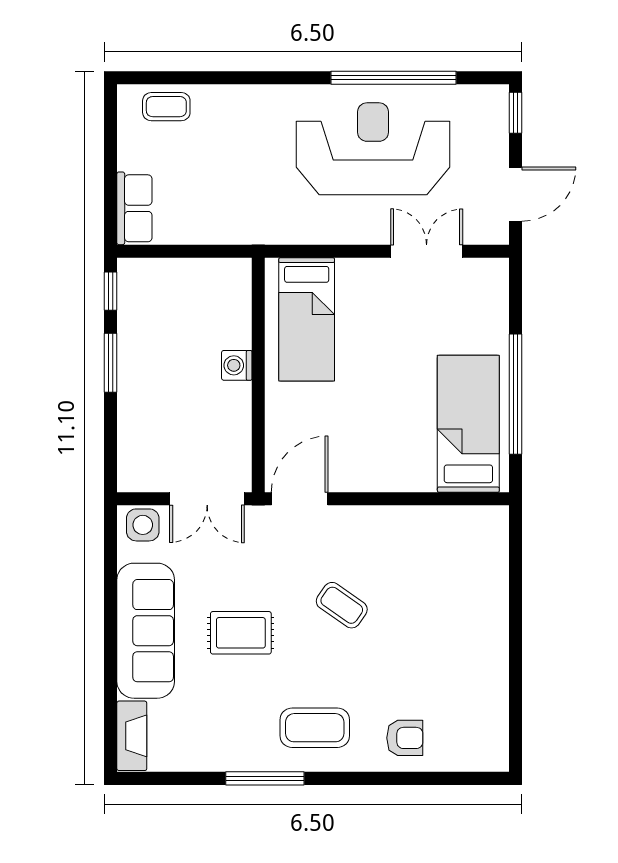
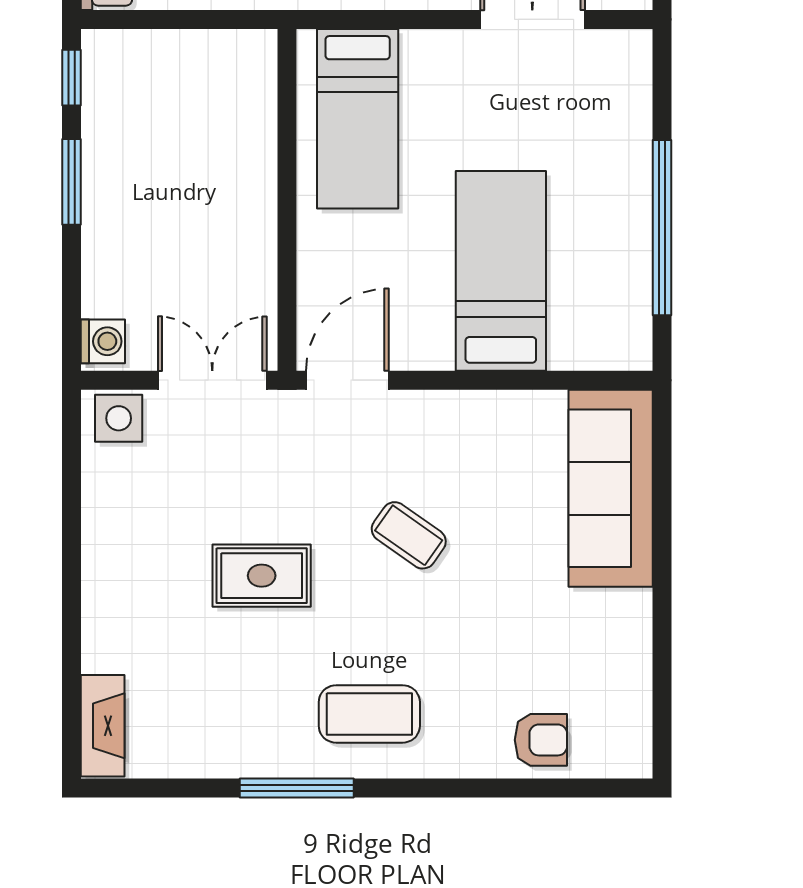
washing machine: (237, 365) -> (103, 341), moved, turned 180
bed: (468, 424) -> (501, 271), moved
double door: (207, 499) -> (212, 380), swing flipped
sofa: (146, 631) -> (611, 488), moved, turned 180
armchair: (405, 738) -> (541, 740), moved

